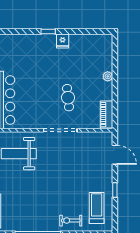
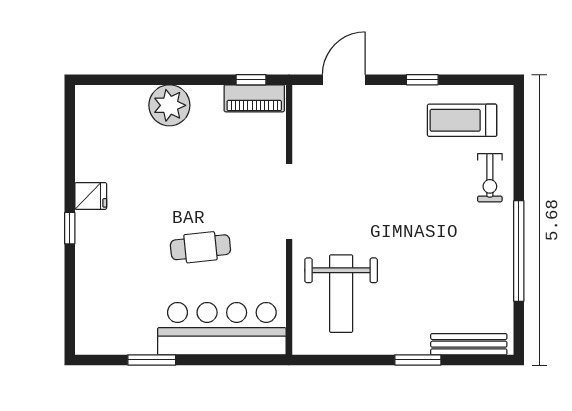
plant: (108, 76) -> (169, 105), width x1.87, depth x1.87
cafe table: (68, 98) -> (200, 247), moved
window: (115, 113) -> (251, 80), added

